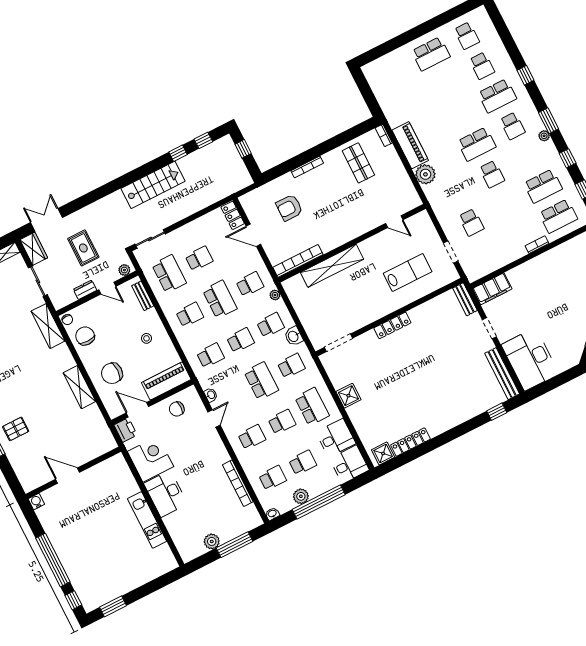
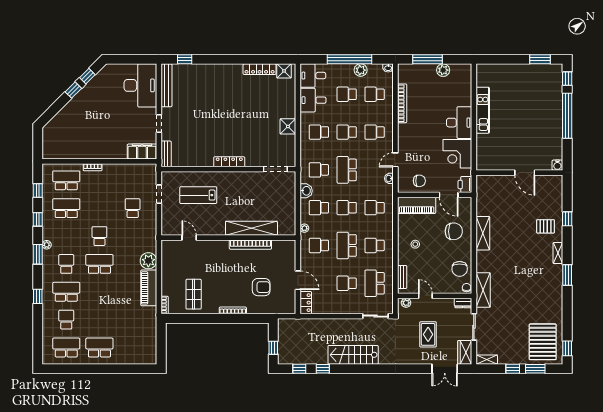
school desk: (467, 36) -> (66, 348), width x1.85
bookcase: (298, 261) -> (250, 245), moved
dresser: (85, 290) -> (463, 303), moved
school desk: (312, 407) -> (319, 132), width x0.54

